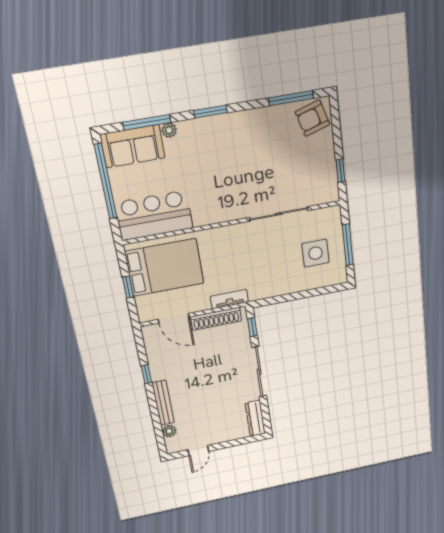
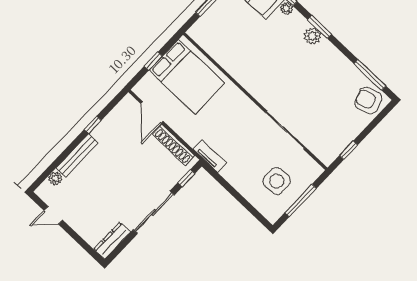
plant: (214, 125) -> (312, 36), added
bar counter: (154, 215) -> (220, 41), removed
tv unit: (229, 299) -> (210, 156), moved

